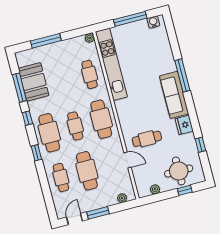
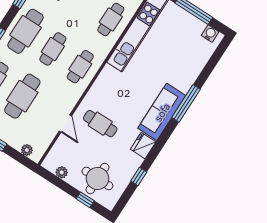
cafe table: (101, 119) -> (80, 67), width x0.73, depth x0.74

